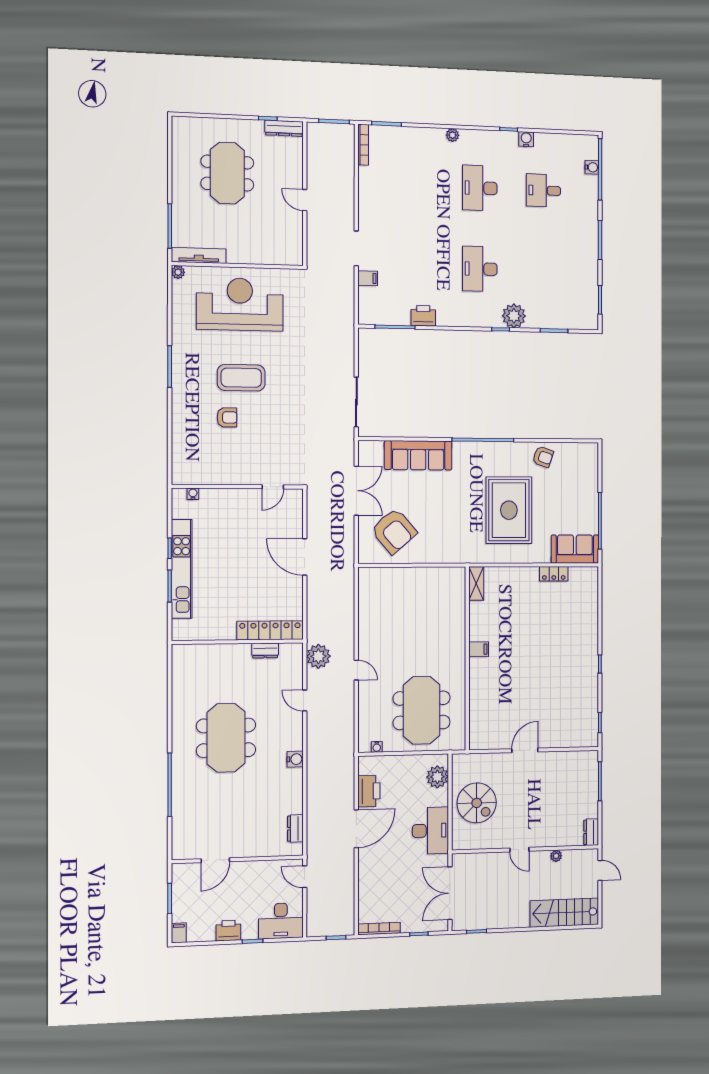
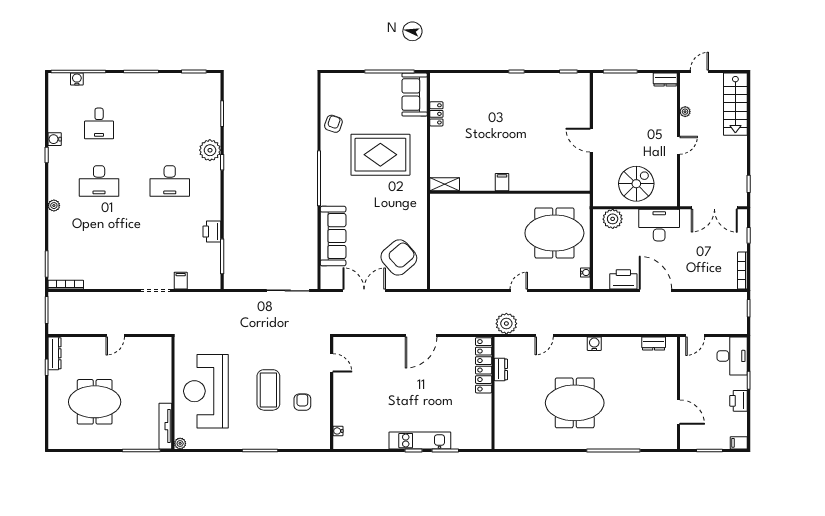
wall: (238, 487) -> (332, 393), moved
door: (273, 487) -> (332, 363), moved
water cooler: (193, 494) -> (338, 431), moved
kitchen unit: (182, 569) -> (420, 441), width x0.73

